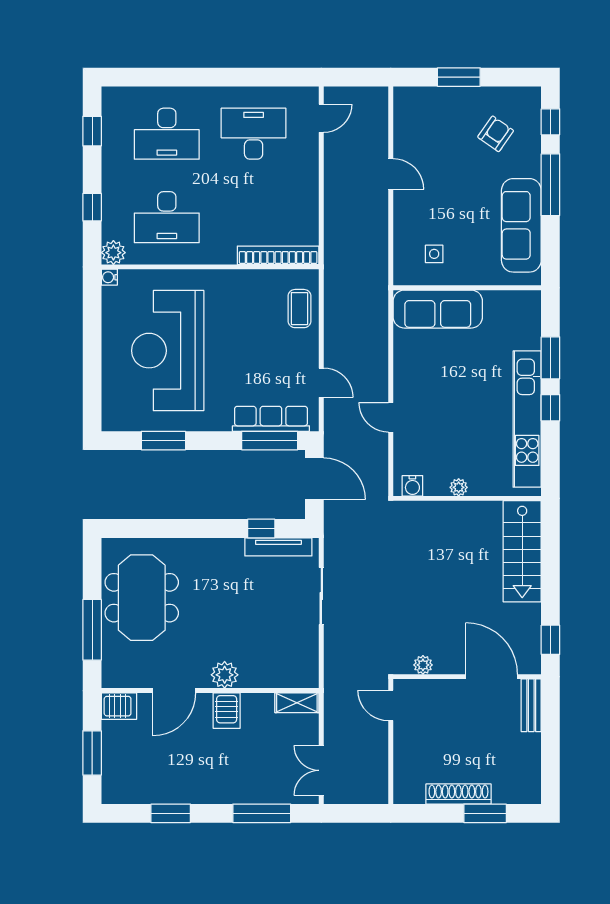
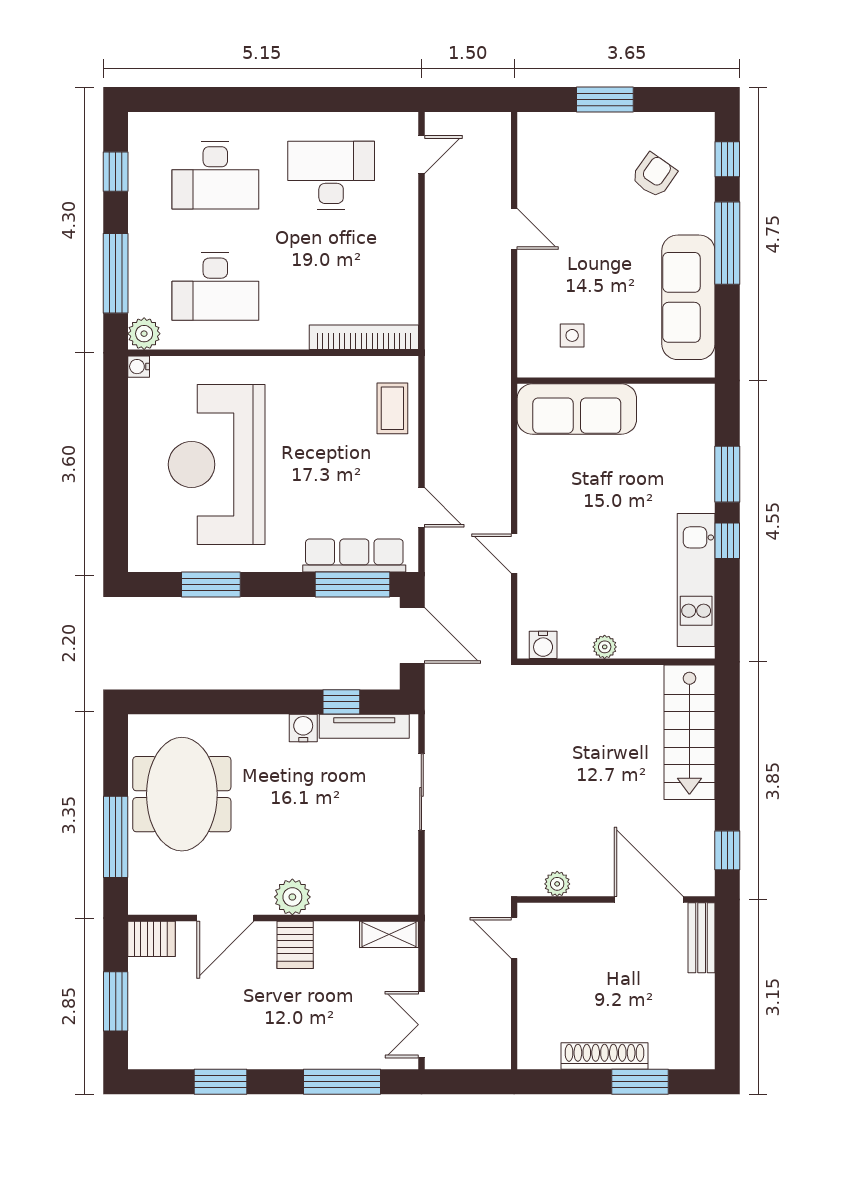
window: (92, 207) -> (116, 273), width x2.17
kitchen unit: (527, 419) -> (696, 580), width x0.73
water cooler: (233, 548) -> (303, 728), added

